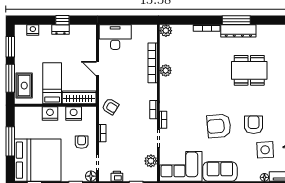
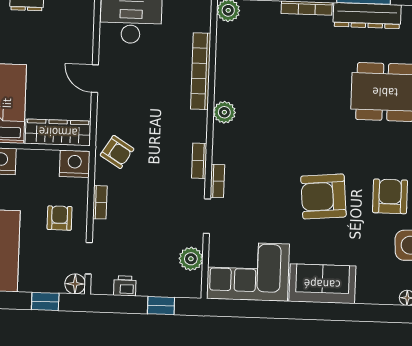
plant: (166, 70) -> (224, 112), moved
nightstand: (74, 113) -> (75, 164), moved

